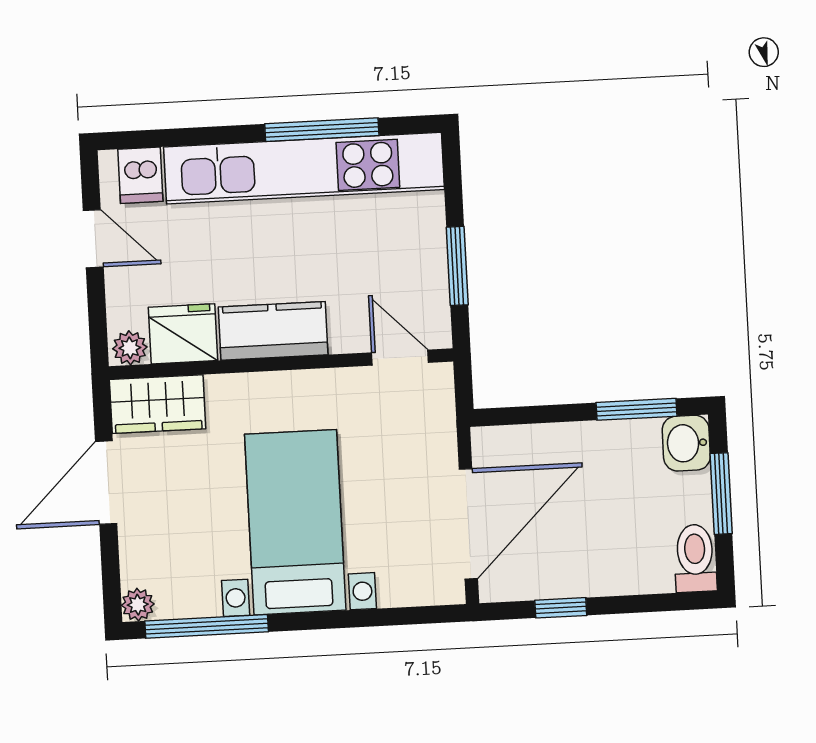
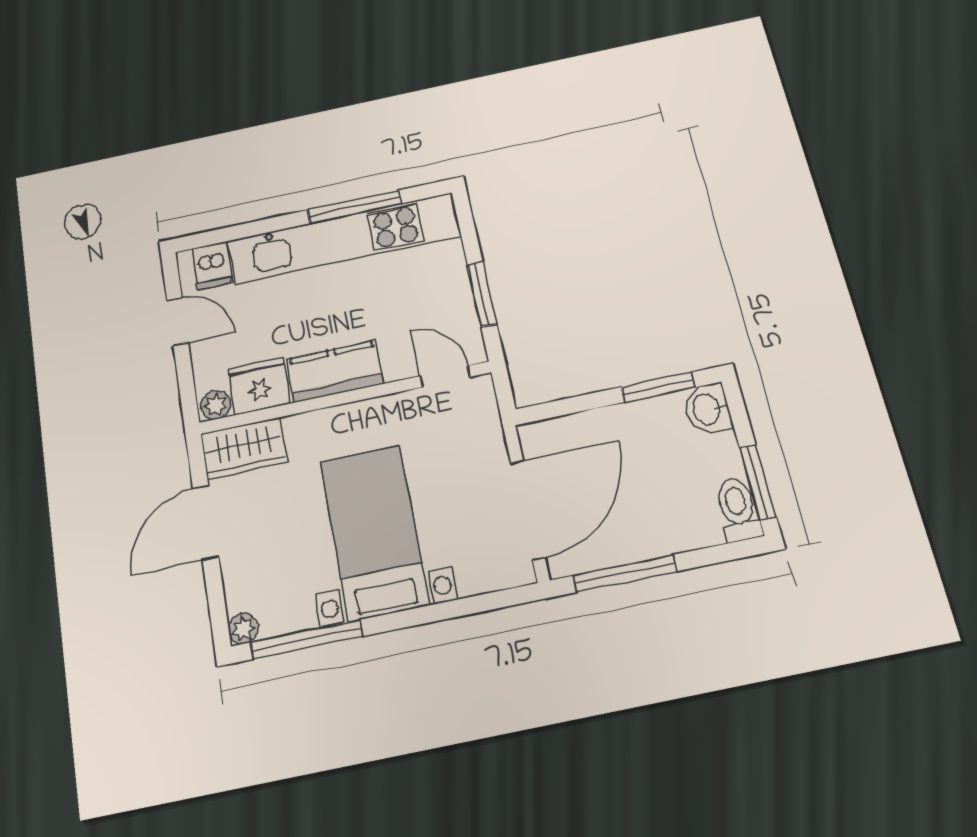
window: (721, 494) -> (758, 482), moved
window: (561, 608) -> (625, 573), width x2.17

